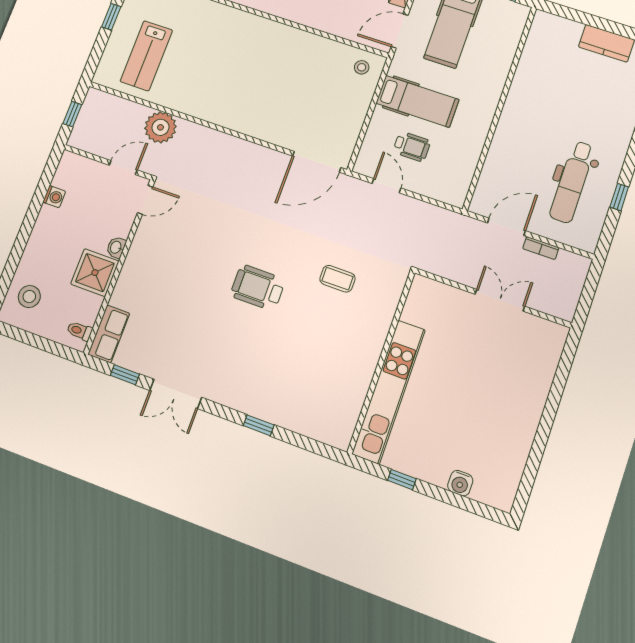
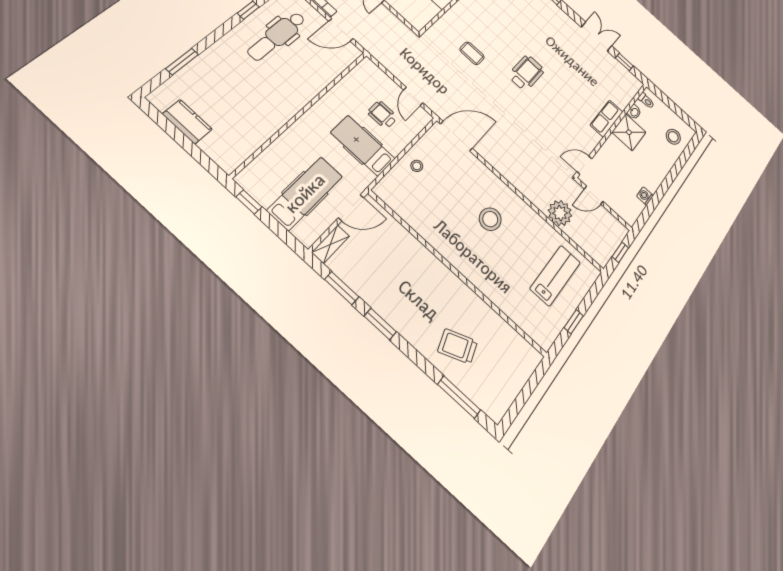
stool: (362, 67) -> (417, 166), moved
stool: (242, 84) -> (490, 219), added
dental chair: (572, 182) -> (277, 36), turned 180
washbasin: (116, 247) -> (634, 112), moved
wheelchair: (258, 288) -> (526, 73), turned -90
row of seats: (109, 334) -> (607, 119), moved

